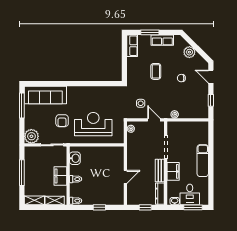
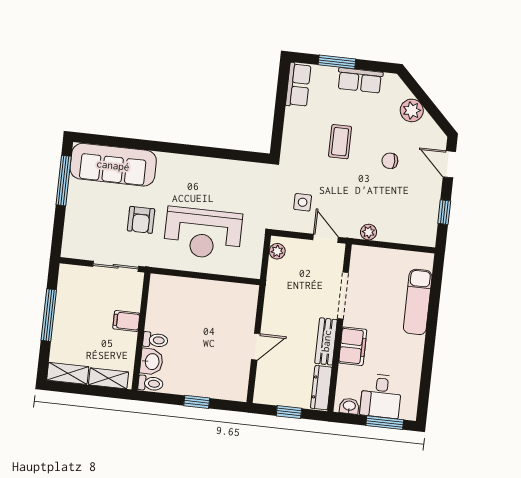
reception desk: (93, 124) -> (203, 233), turned 180
plant: (31, 136) -> (76, 244), removed
washbasin: (75, 158) -> (151, 362), moved
exam couch: (203, 161) -> (418, 302), moved
filing cabinet: (60, 176) -> (126, 321), width x0.50

